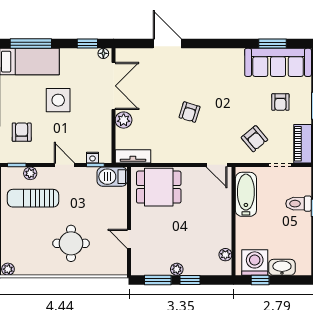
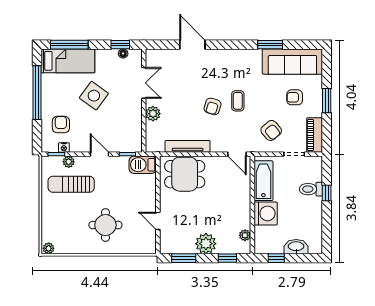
window: (272, 44) -> (270, 45), moved
floor lamp: (103, 53) -> (123, 53), moved
double door: (113, 86) -> (144, 83), width x0.73
side table: (58, 100) -> (94, 96), turned 36
armchair: (280, 102) -> (295, 97), turned 90
coffee table: (218, 106) -> (238, 101), added
tv unit: (133, 156) -> (188, 146), moved, width x1.41
nightstand: (92, 158) -> (64, 147), moved
washing machine: (255, 263) -> (266, 213), moved, turned 90
plant: (177, 269) -> (206, 244), width x1.88, depth x1.88
window: (190, 280) -> (227, 258), moved

